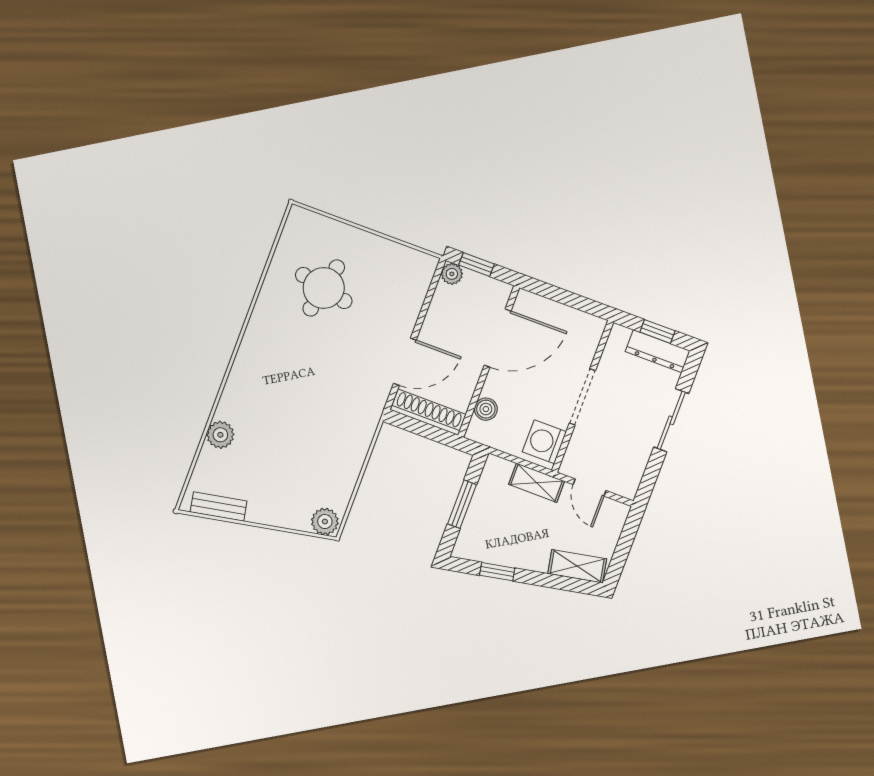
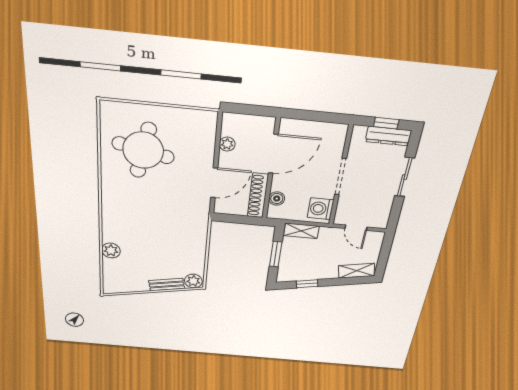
window: (477, 265) -> (245, 109), removed
plant: (452, 274) -> (227, 144), moved
round table: (324, 288) -> (143, 150), width x1.36, depth x1.36
shoe rack: (428, 412) -> (258, 196), moved, turned -90
shelving: (537, 483) -> (301, 231), moved
bench: (219, 507) -> (167, 285), moved

